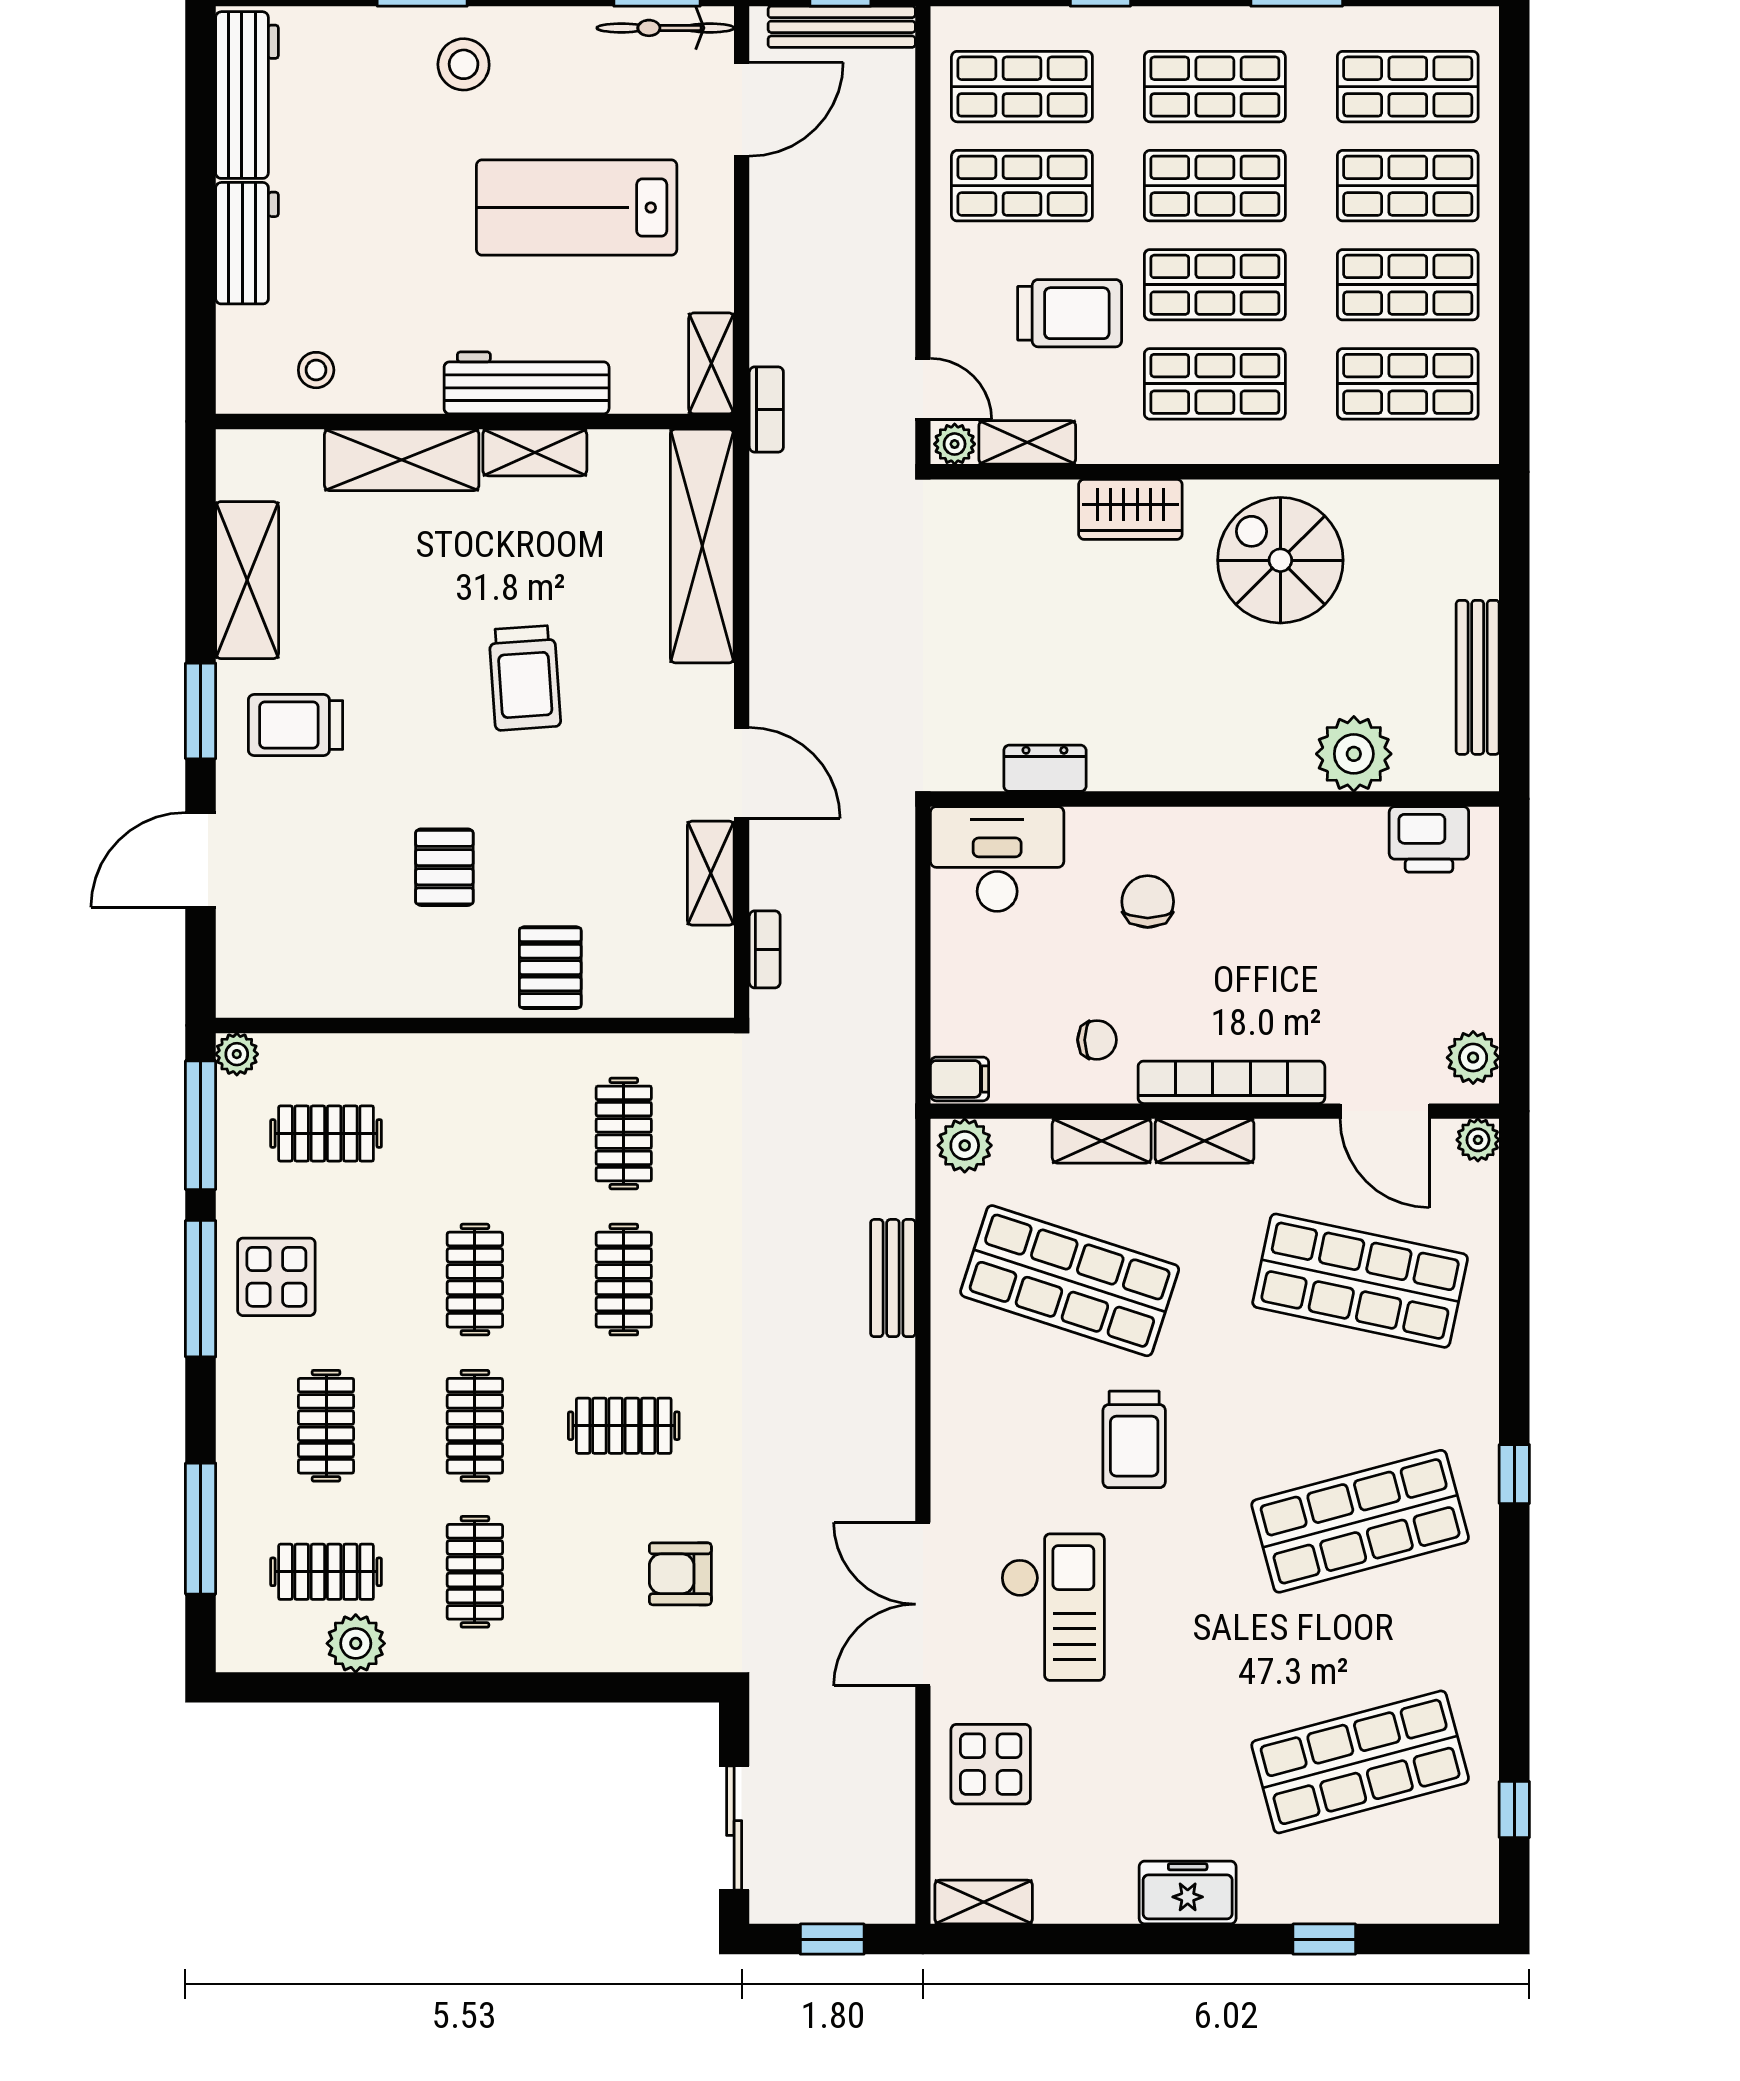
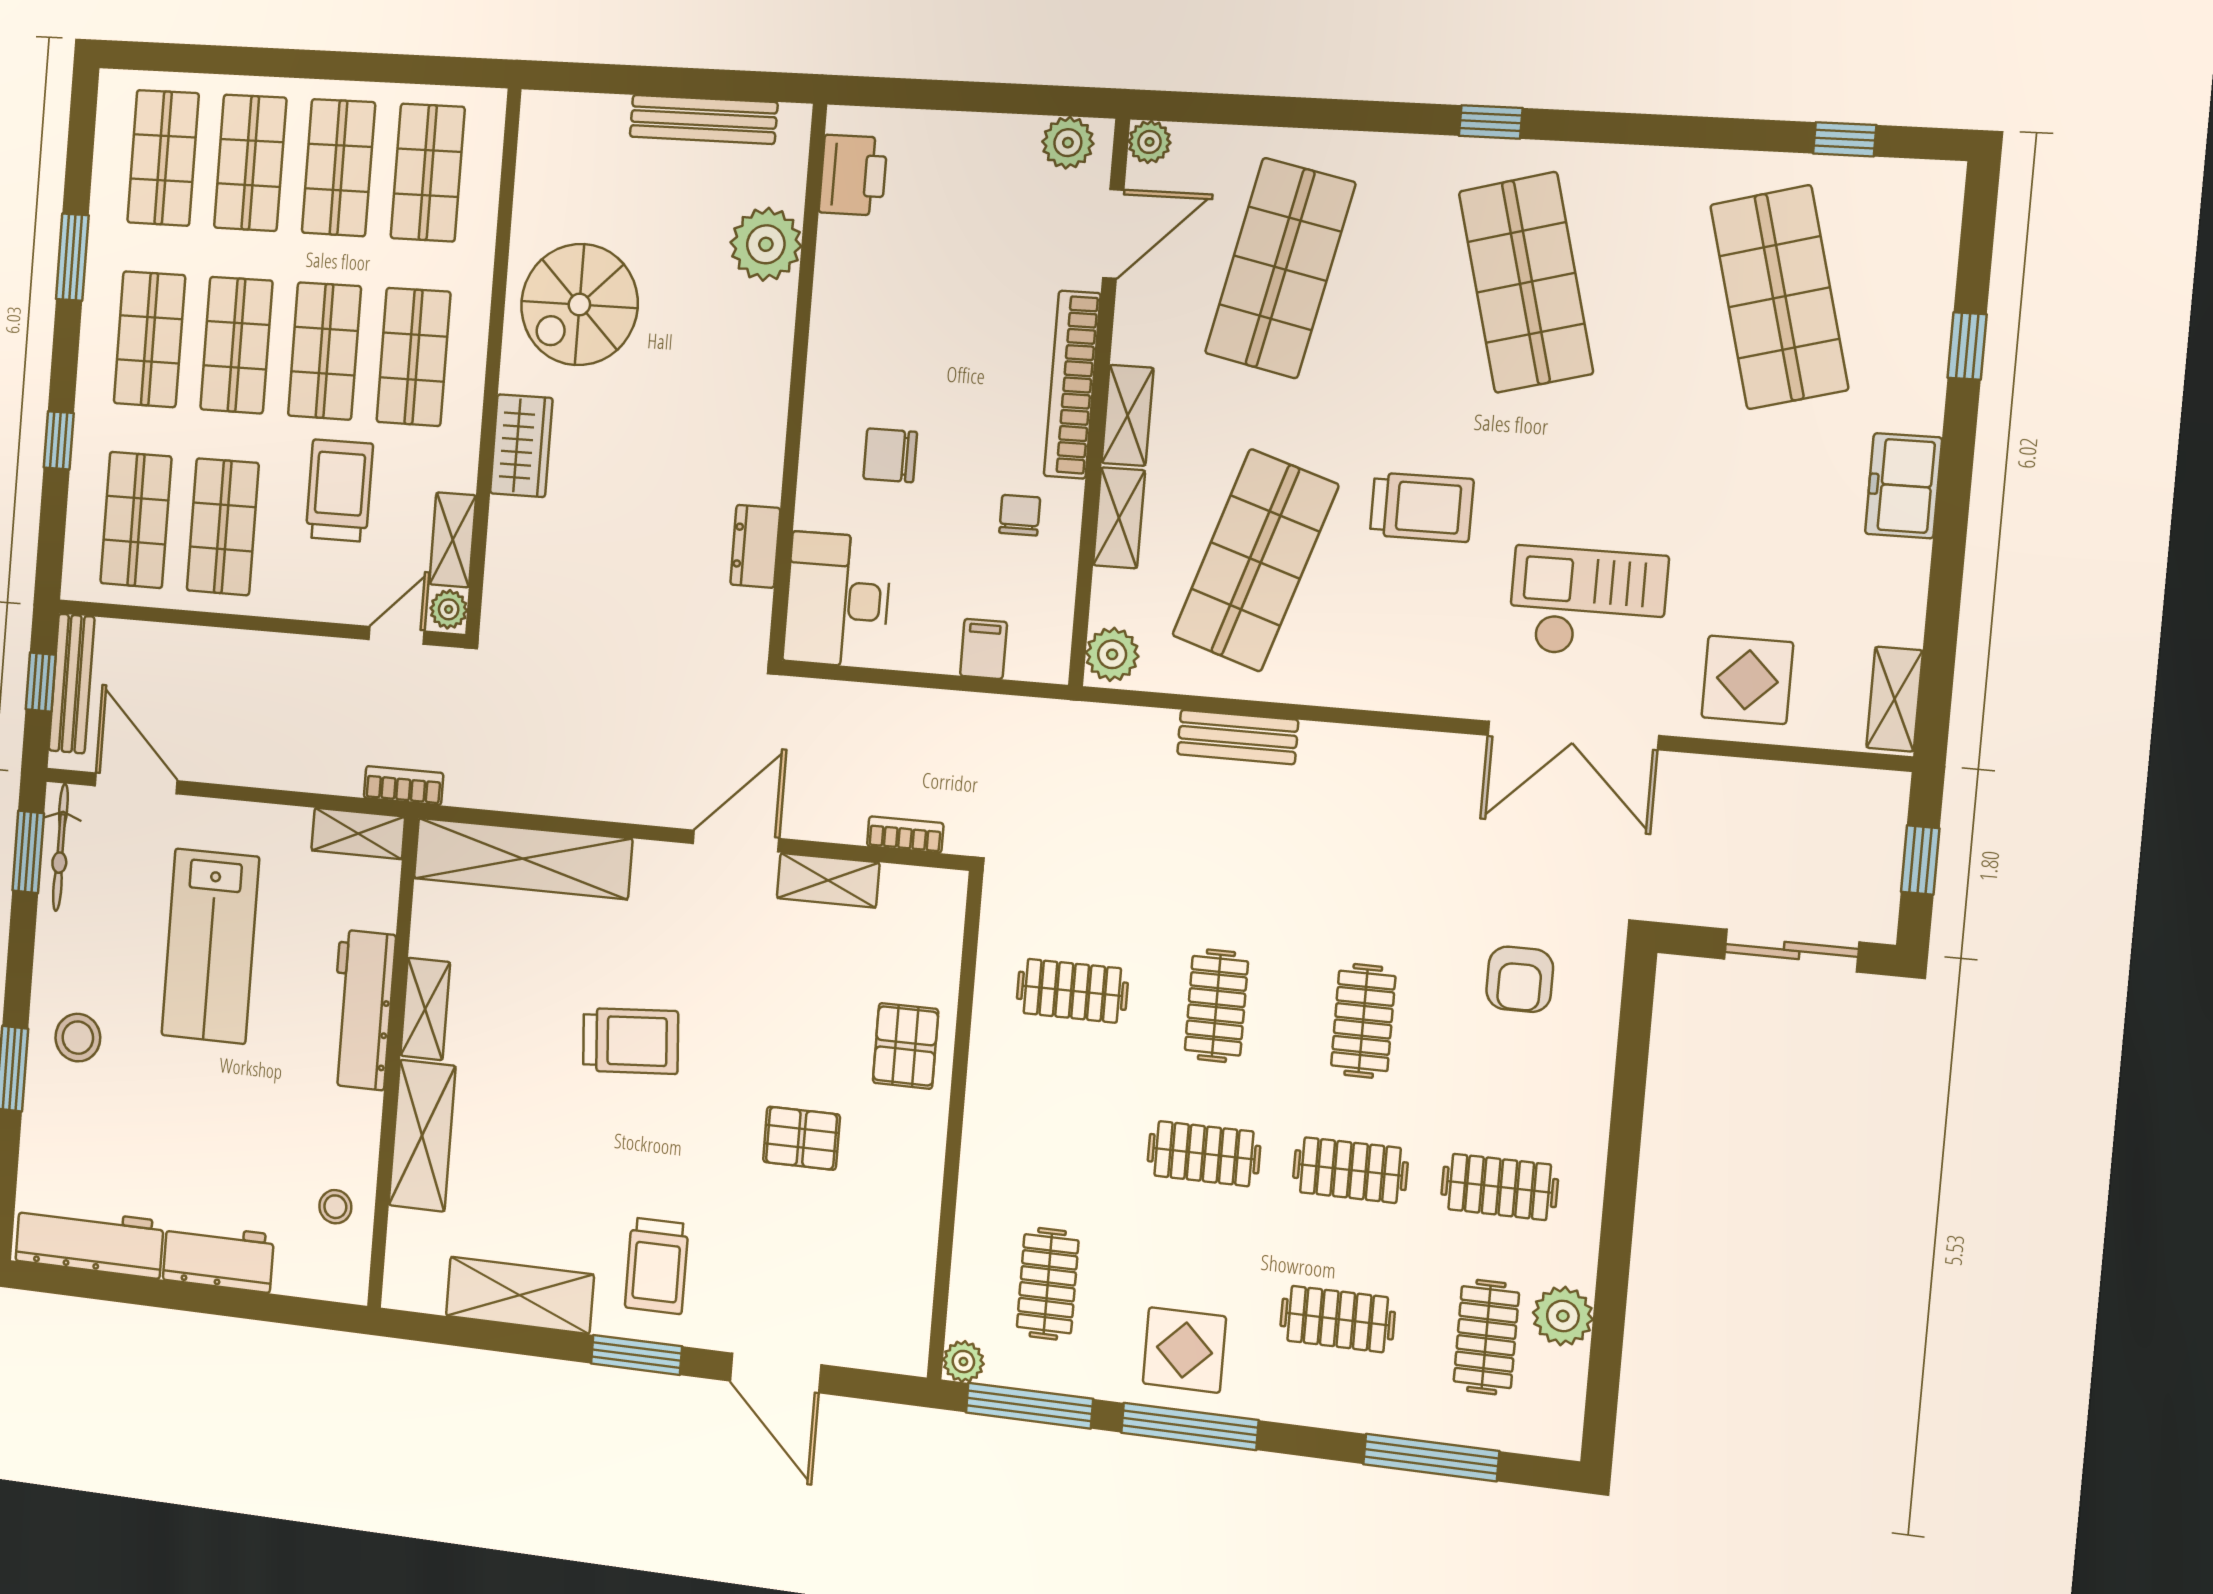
pallet: (550, 968) -> (906, 1046), turned 90
filing cabinet: (960, 1079) -> (984, 649), moved
clothes rail: (624, 1280) -> (1216, 1006), turned 90

